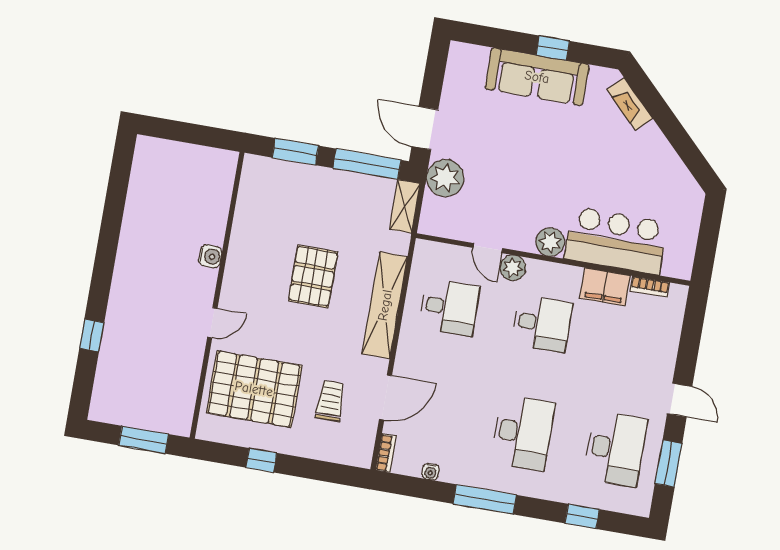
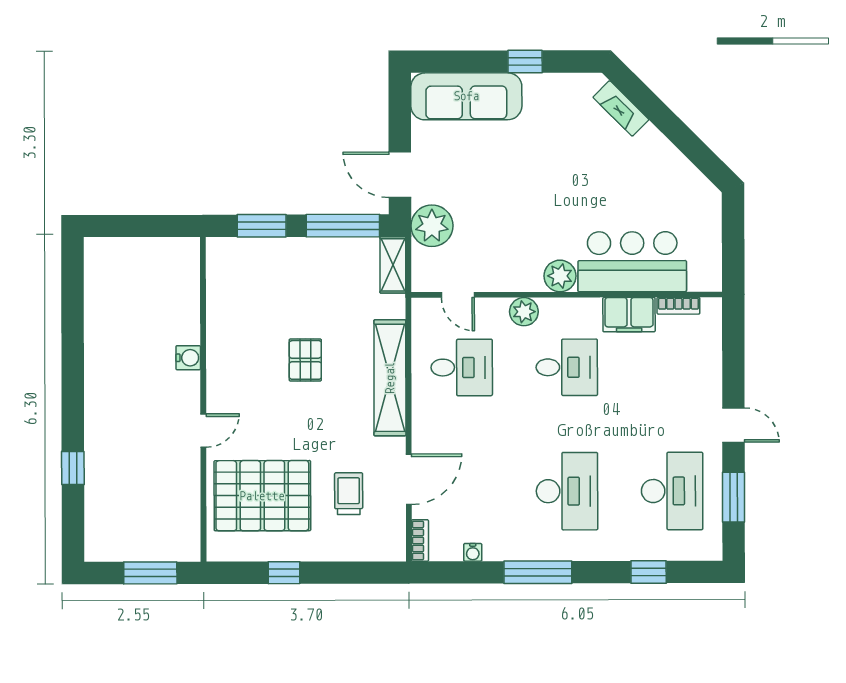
sofa: (537, 77) -> (466, 96), moved
door: (488, 248) -> (458, 295), moved
pallet: (313, 276) -> (305, 360), width x0.67, depth x0.71

